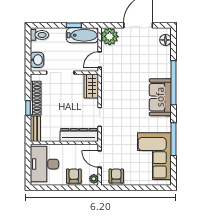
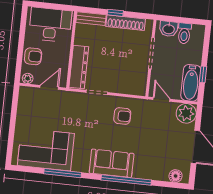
toilet: (40, 35) -> (184, 33), moved
wardrobe: (91, 86) -> (133, 87), removed
armchair: (116, 176) -> (122, 116), moved

